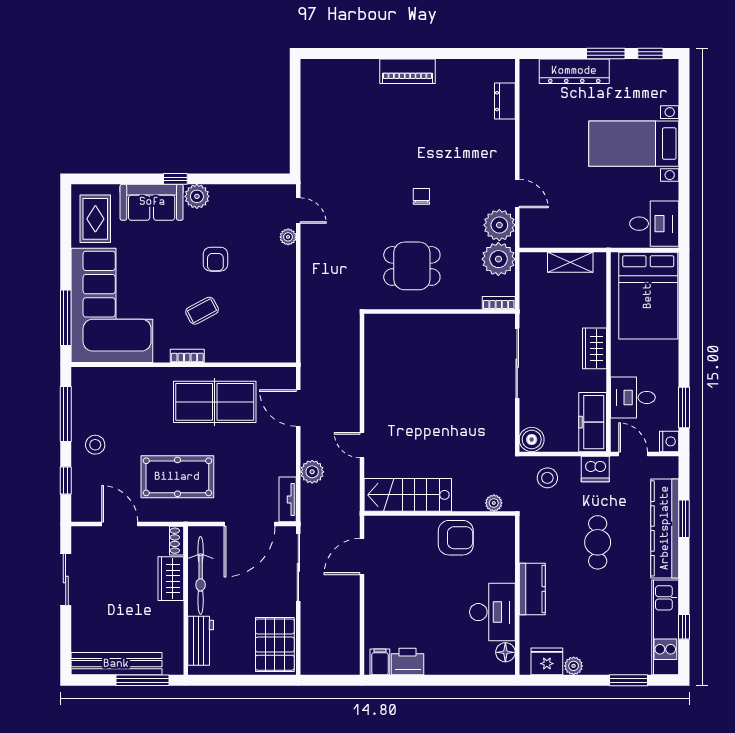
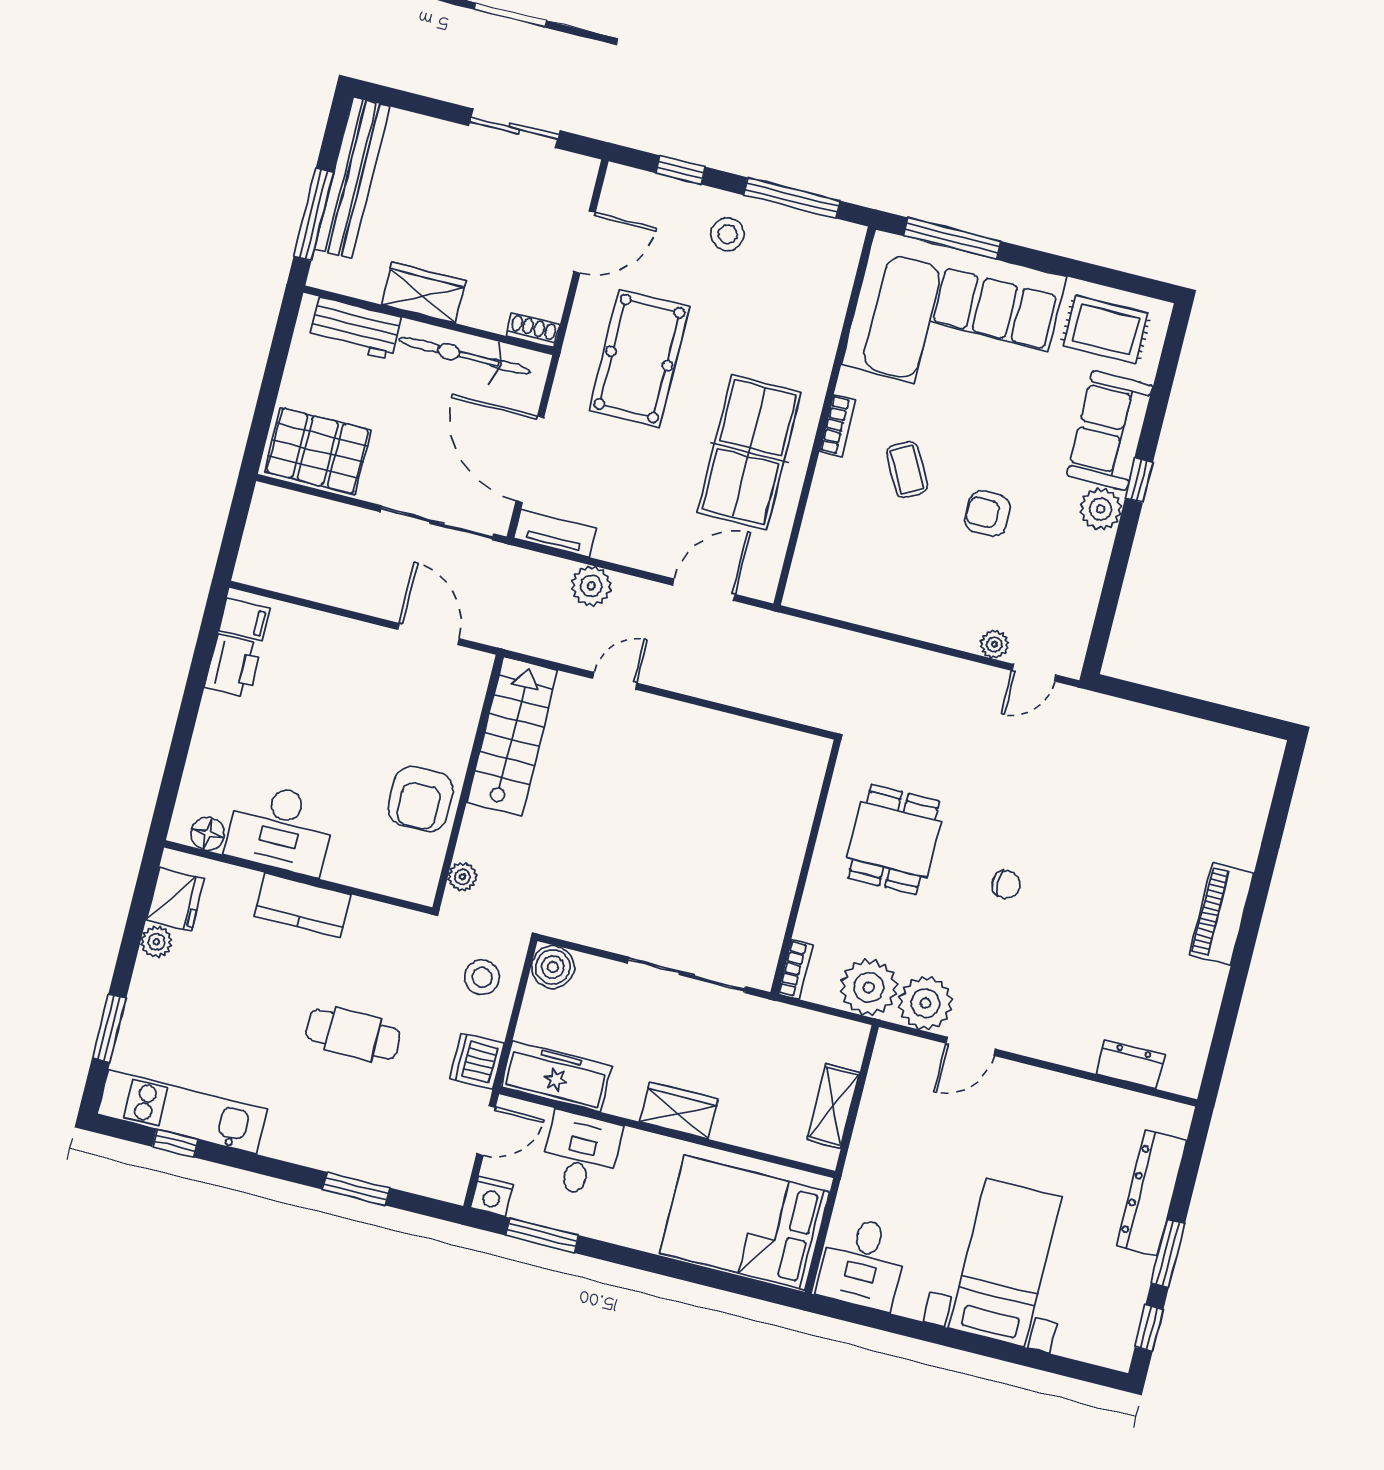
kitchen counter: (665, 528) -> (348, 1152), removed
wardrobe: (171, 579) -> (424, 293), moved

